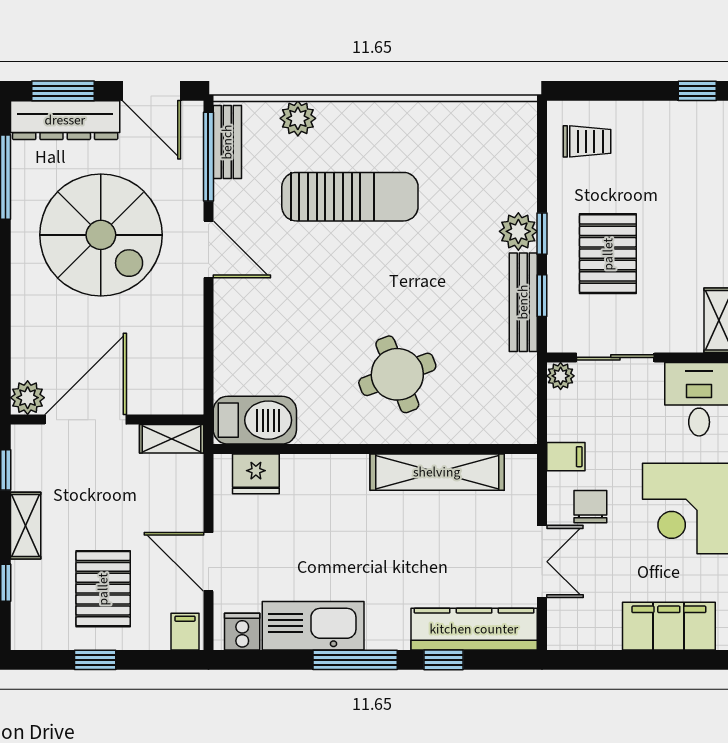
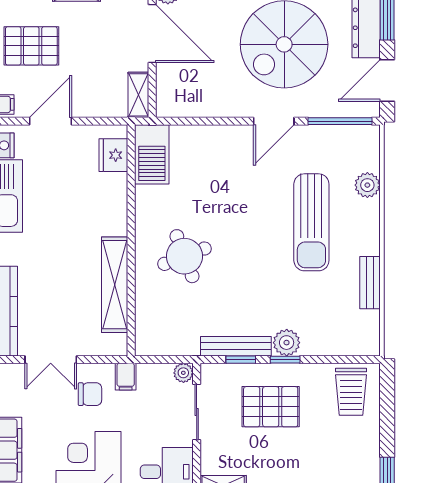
trolley: (587, 141) -> (351, 392), width x1.36, depth x1.39
bench: (227, 142) -> (370, 283), moved, turned 90

